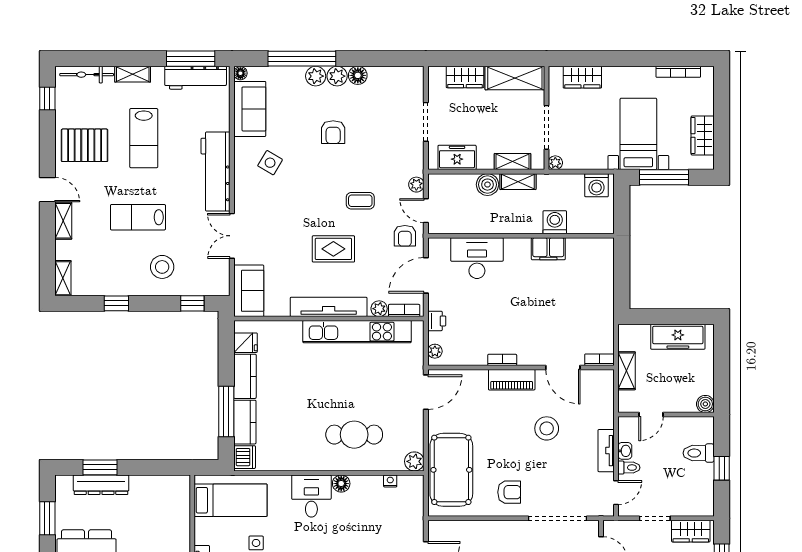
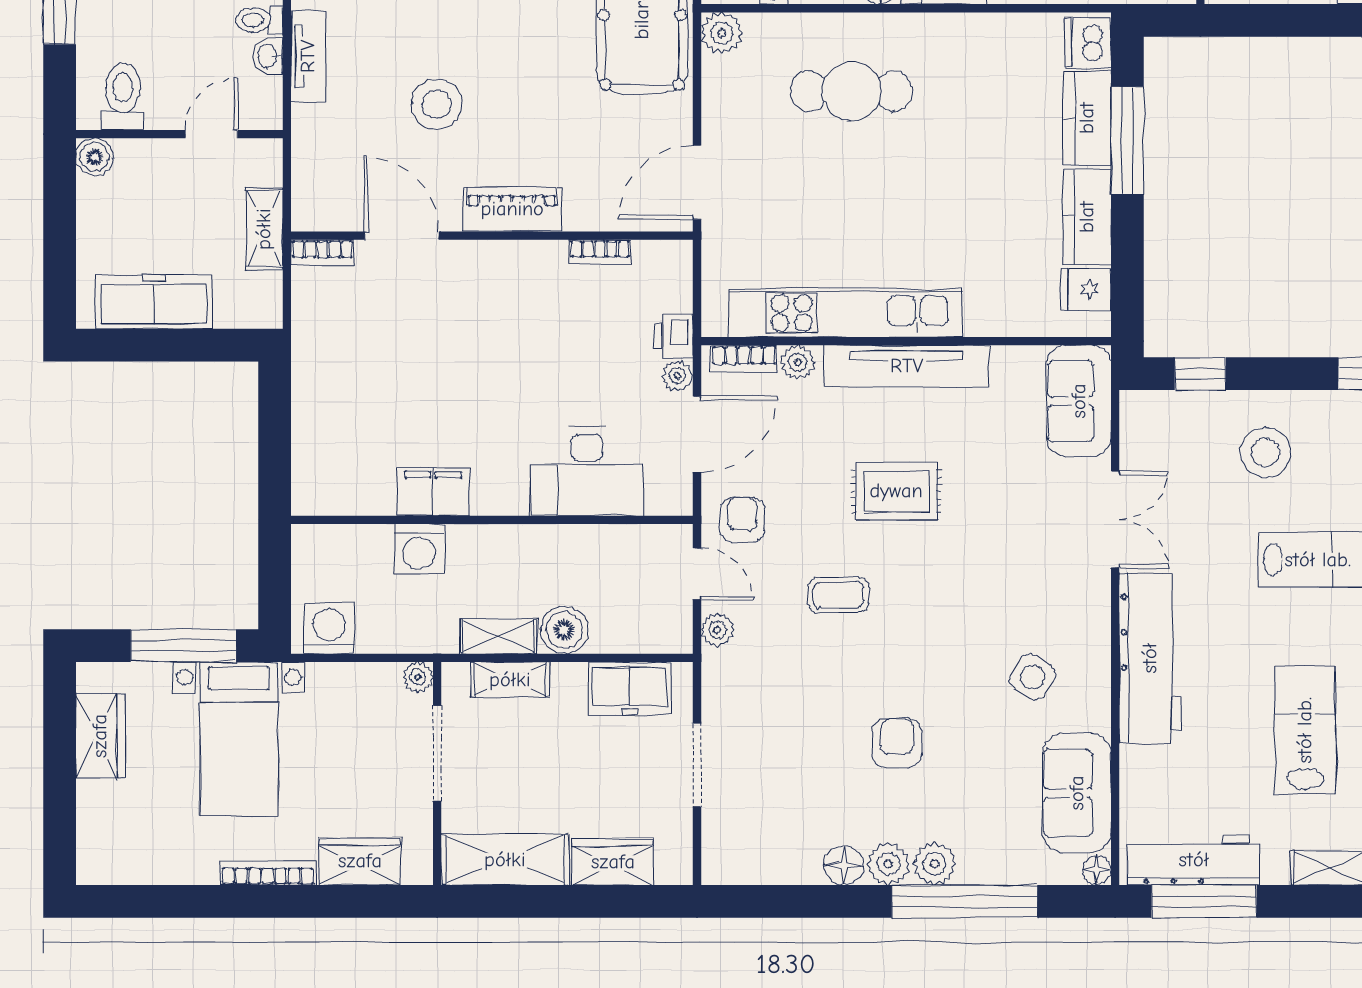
bookcase: (678, 72) -> (268, 873), moved
plant: (435, 351) -> (678, 376), moved
bookcase: (502, 360) -> (600, 252), moved
toilet: (699, 453) -> (123, 97), moved, turned -90

